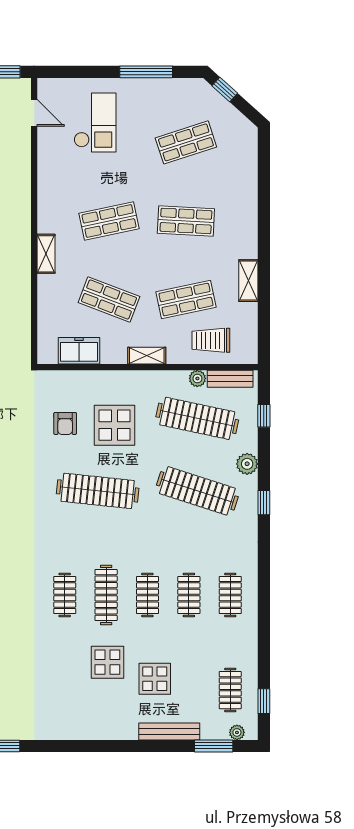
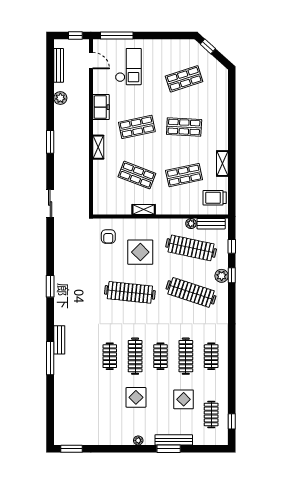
window: (146, 72) -> (117, 36), moved
trolley: (211, 340) -> (215, 198), moved
freezer: (79, 351) -> (101, 107), moved, turned 90
shelving: (147, 356) -> (144, 209), moved
armchair: (65, 423) -> (108, 237), moved
window: (264, 503) -> (232, 275), moved
clothes rail: (189, 595) -> (186, 356), width x1.36
display table: (155, 679) -> (184, 399), moved
plant: (237, 732) -> (138, 440), moved
window: (214, 746) -> (169, 449), moved

